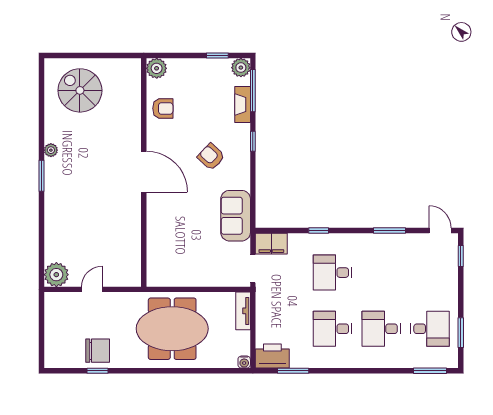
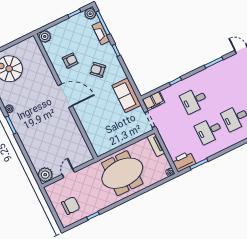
armchair: (163, 108) -> (70, 61), moved
chair: (98, 351) -> (71, 206), moved

